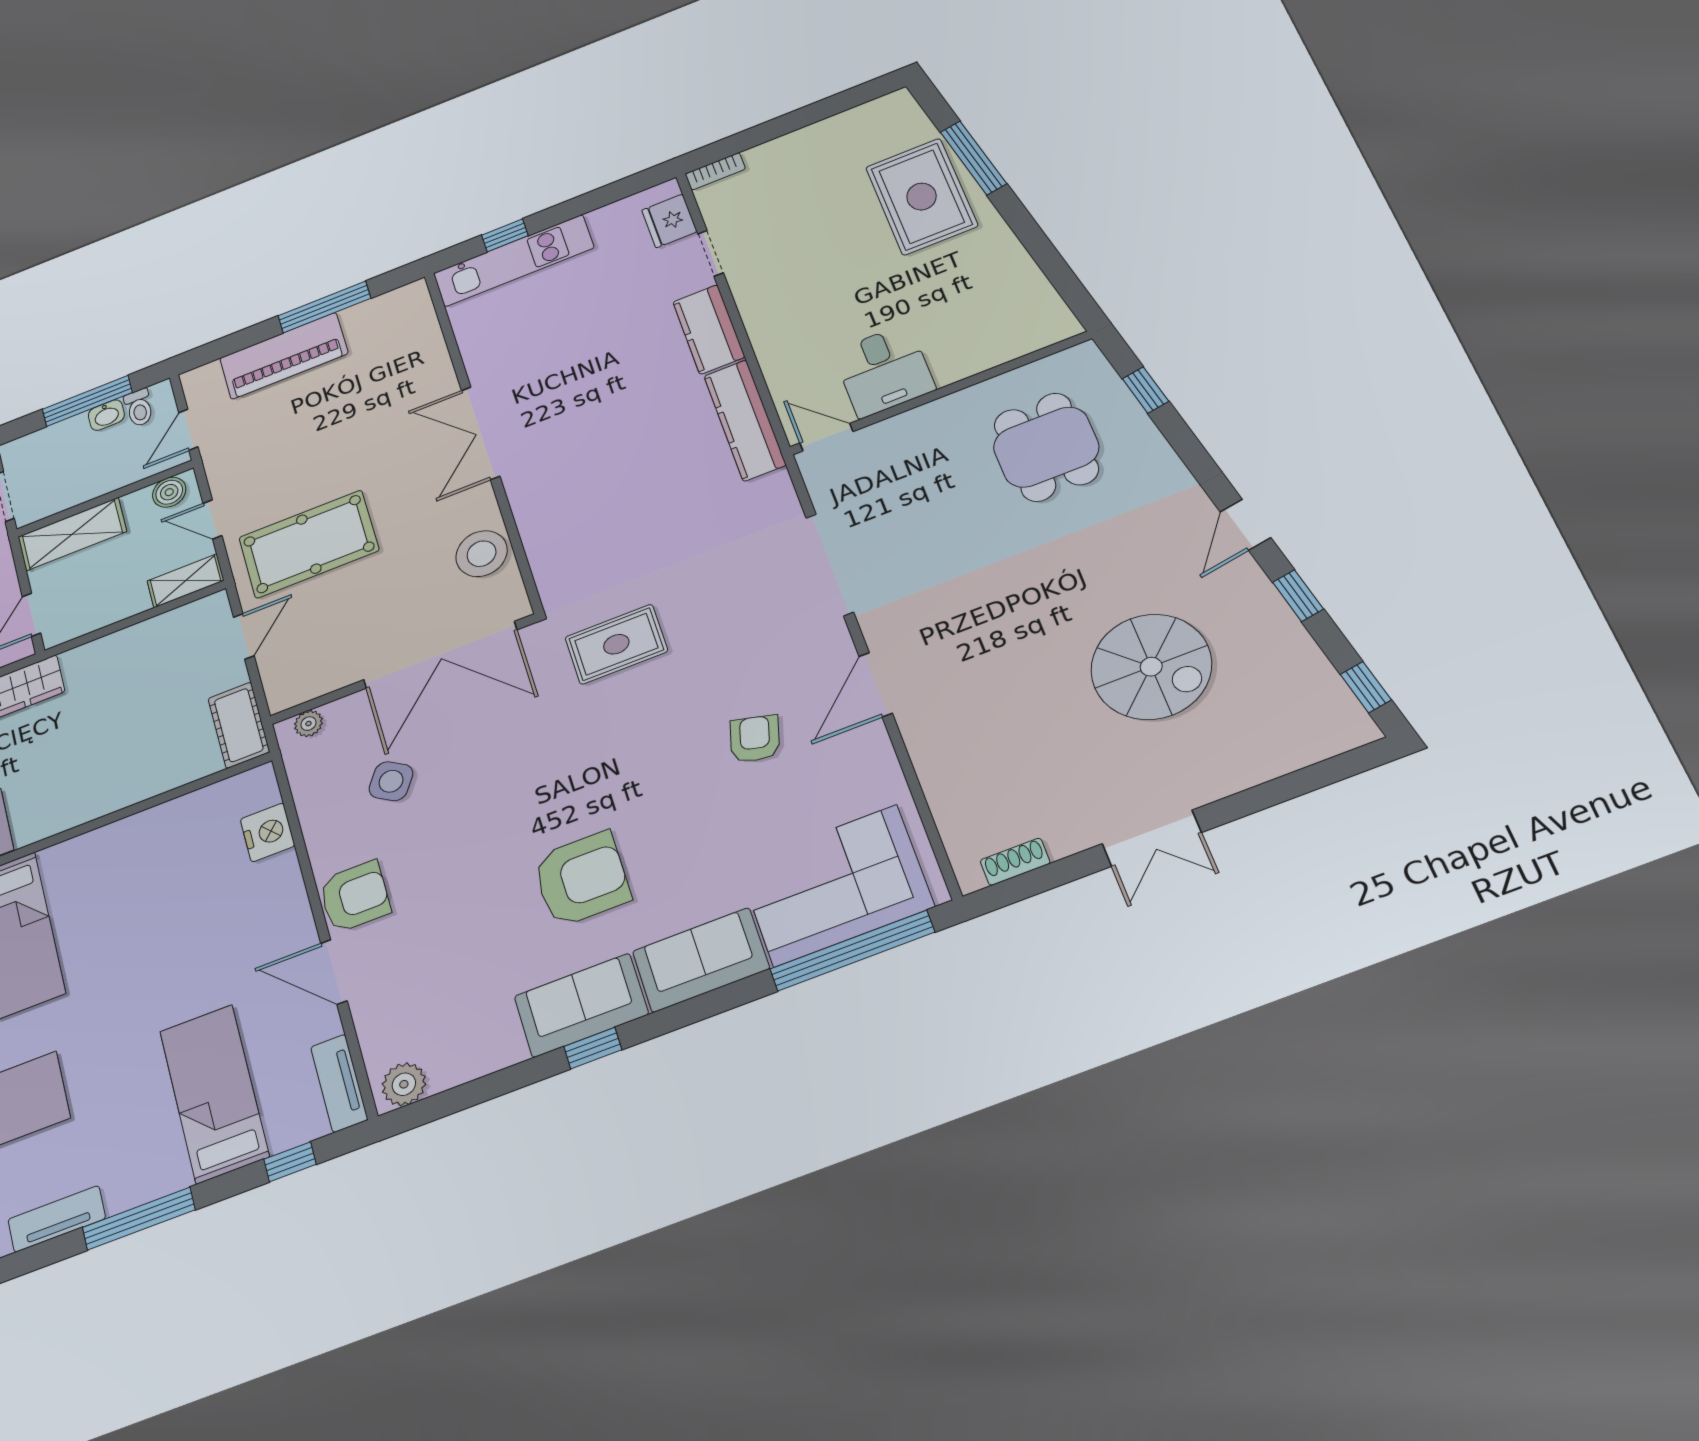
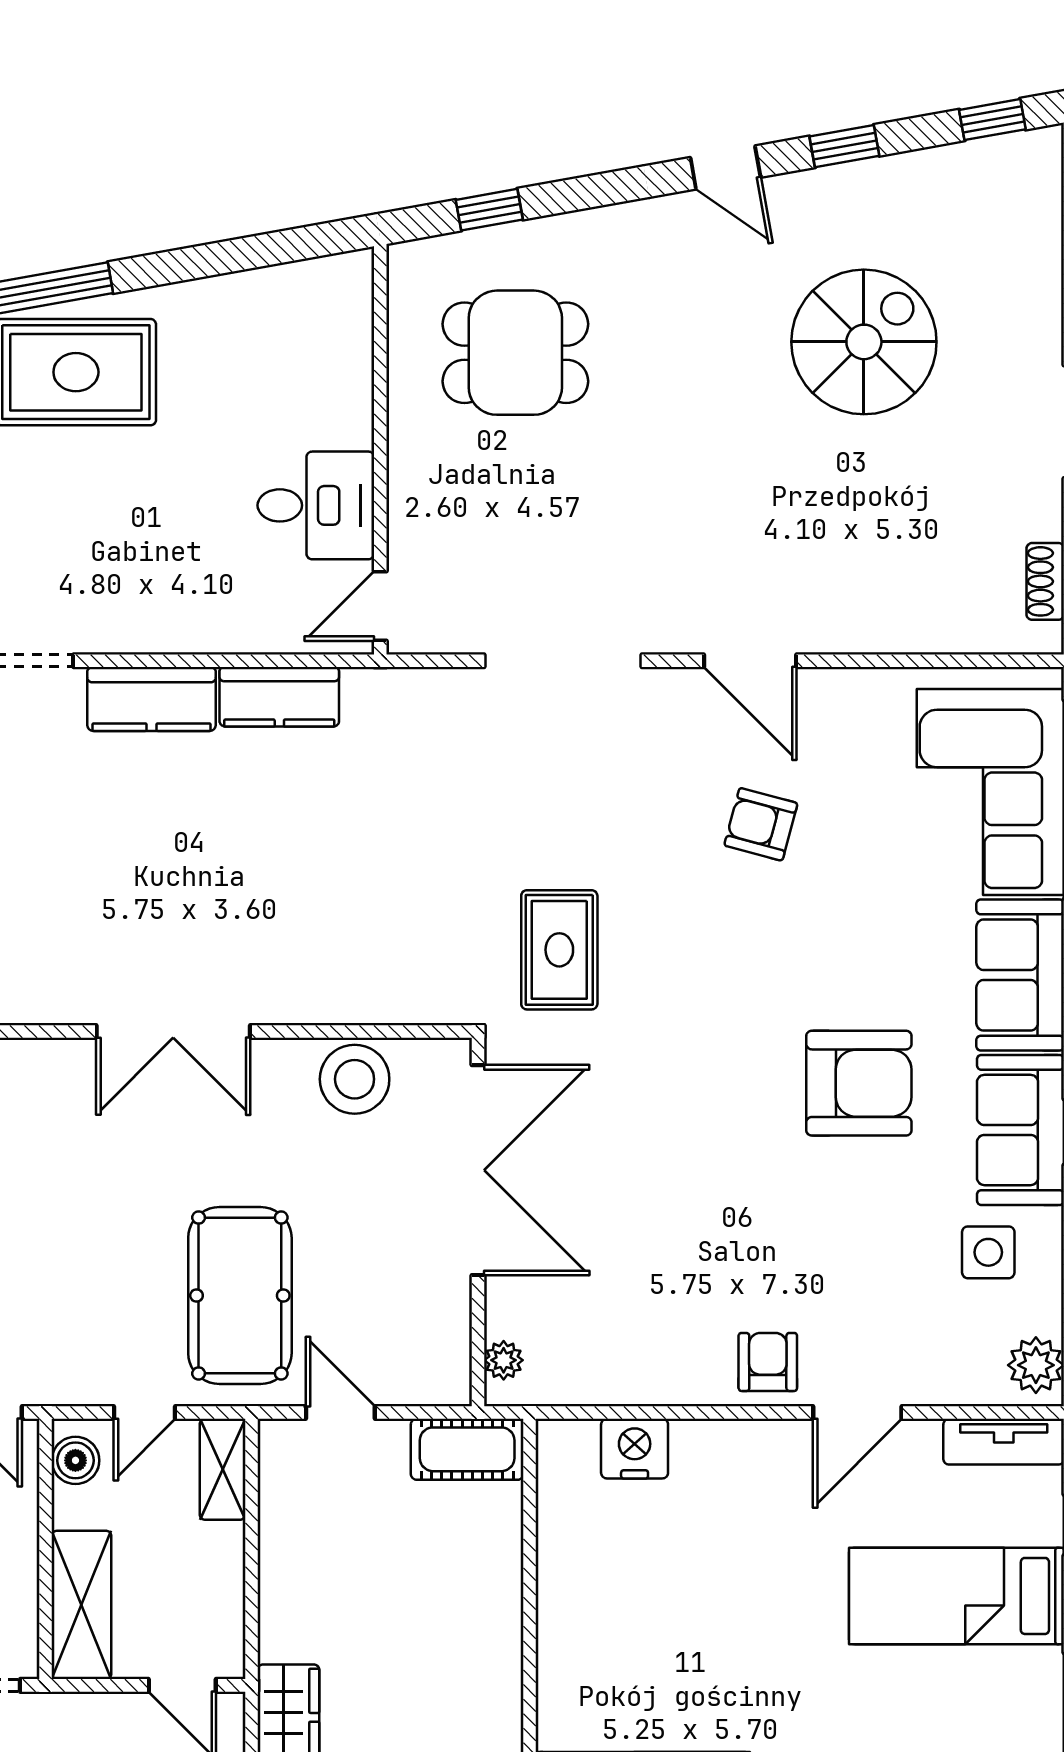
kitchen counter: (745, 420) -> (279, 697), width x0.67
side table: (391, 781) -> (988, 1252), moved, turned -33
armchair: (582, 879) -> (859, 1083), turned 90
armchair: (355, 897) -> (768, 1362), width x0.72, depth x0.72

